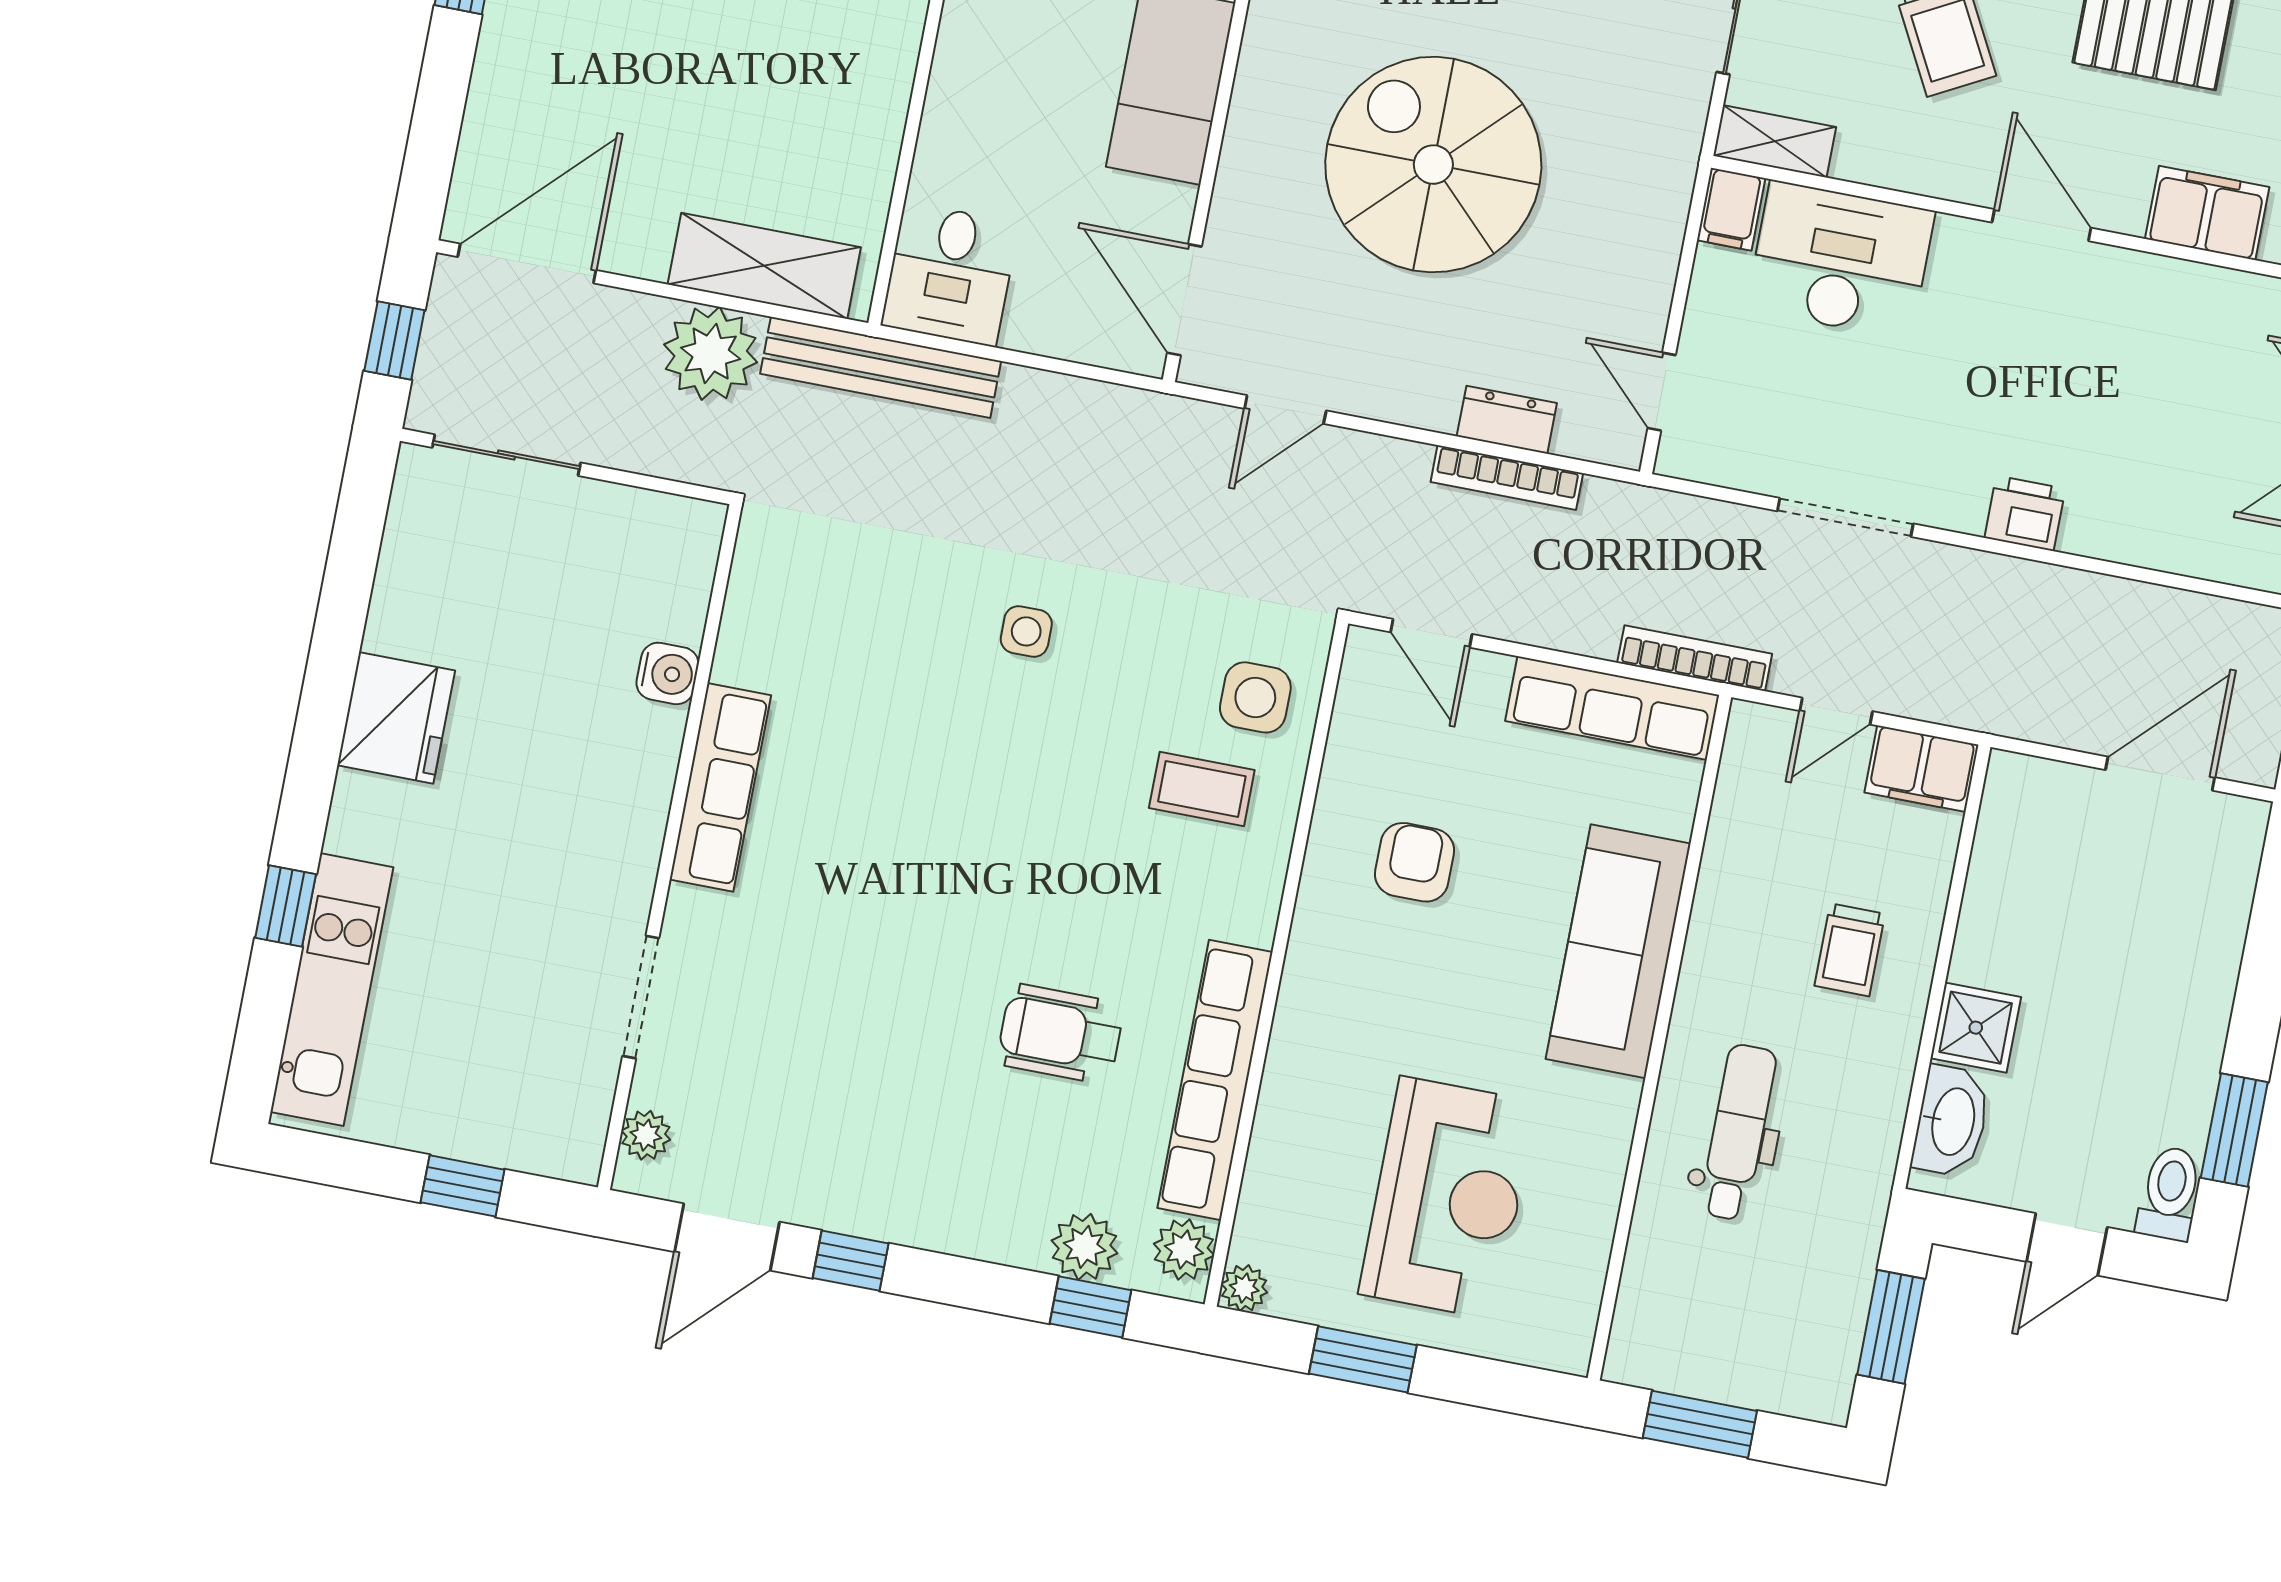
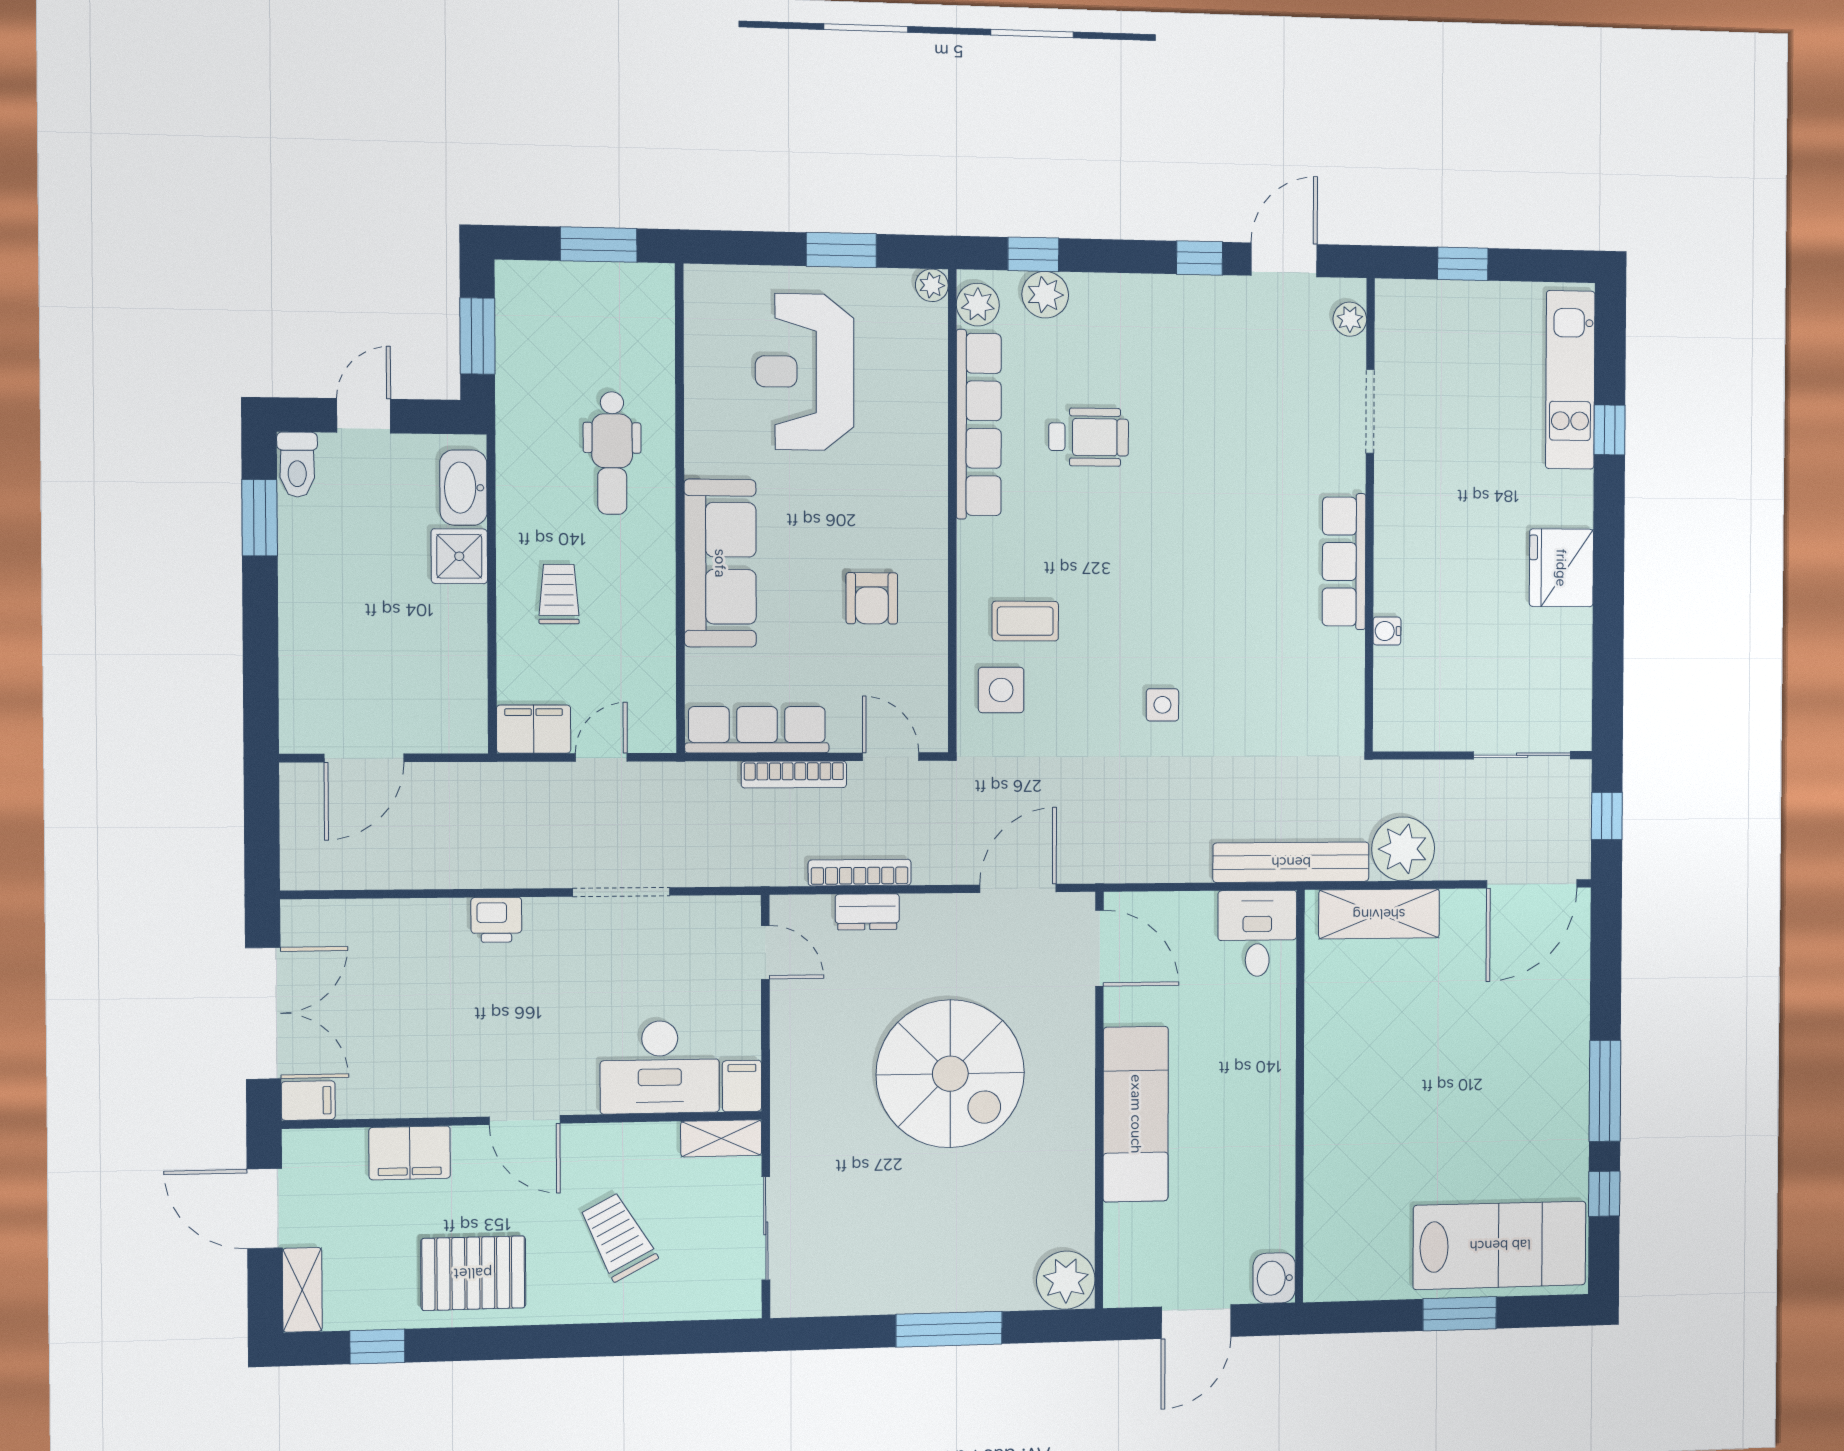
door: (1285, 410) -> (1018, 888), width x1.38
bookcase: (1695, 658) -> (794, 775), moved
water cooler: (668, 673) -> (1387, 631), width x0.72, depth x0.72

